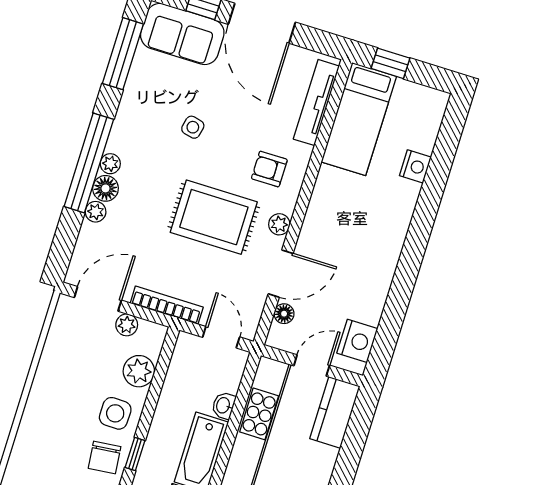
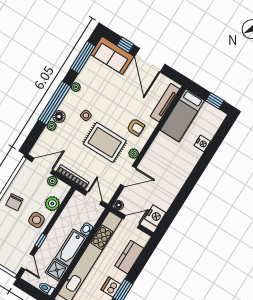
window: (390, 63) -> (215, 101), moved
side table: (193, 127) -> (86, 115), moved
plant: (110, 164) -> (76, 87), moved
armchair: (269, 169) -> (136, 127), turned 180
floor lamp: (284, 314) -> (119, 205), moved
kitchen counter: (335, 412) -> (129, 257), moved
chair: (105, 457) -> (14, 202), moved

